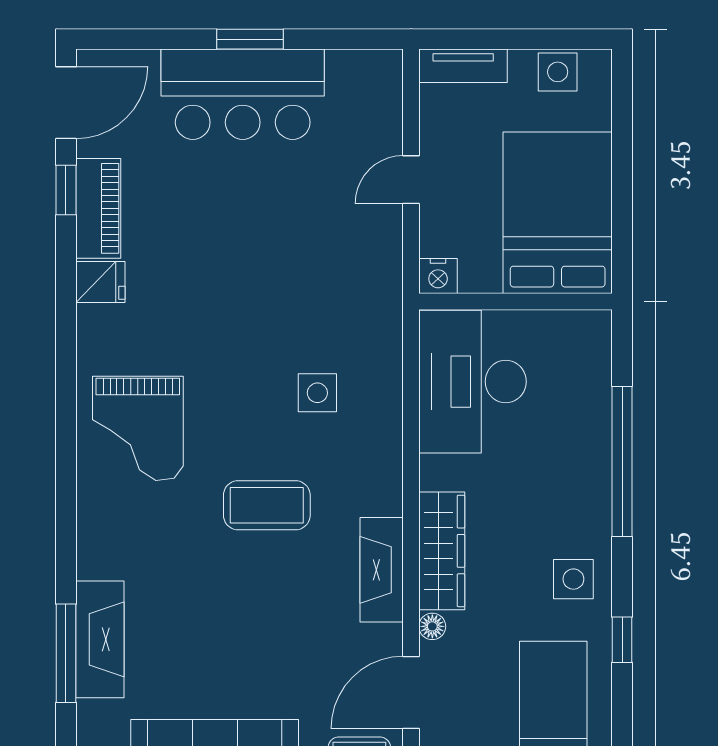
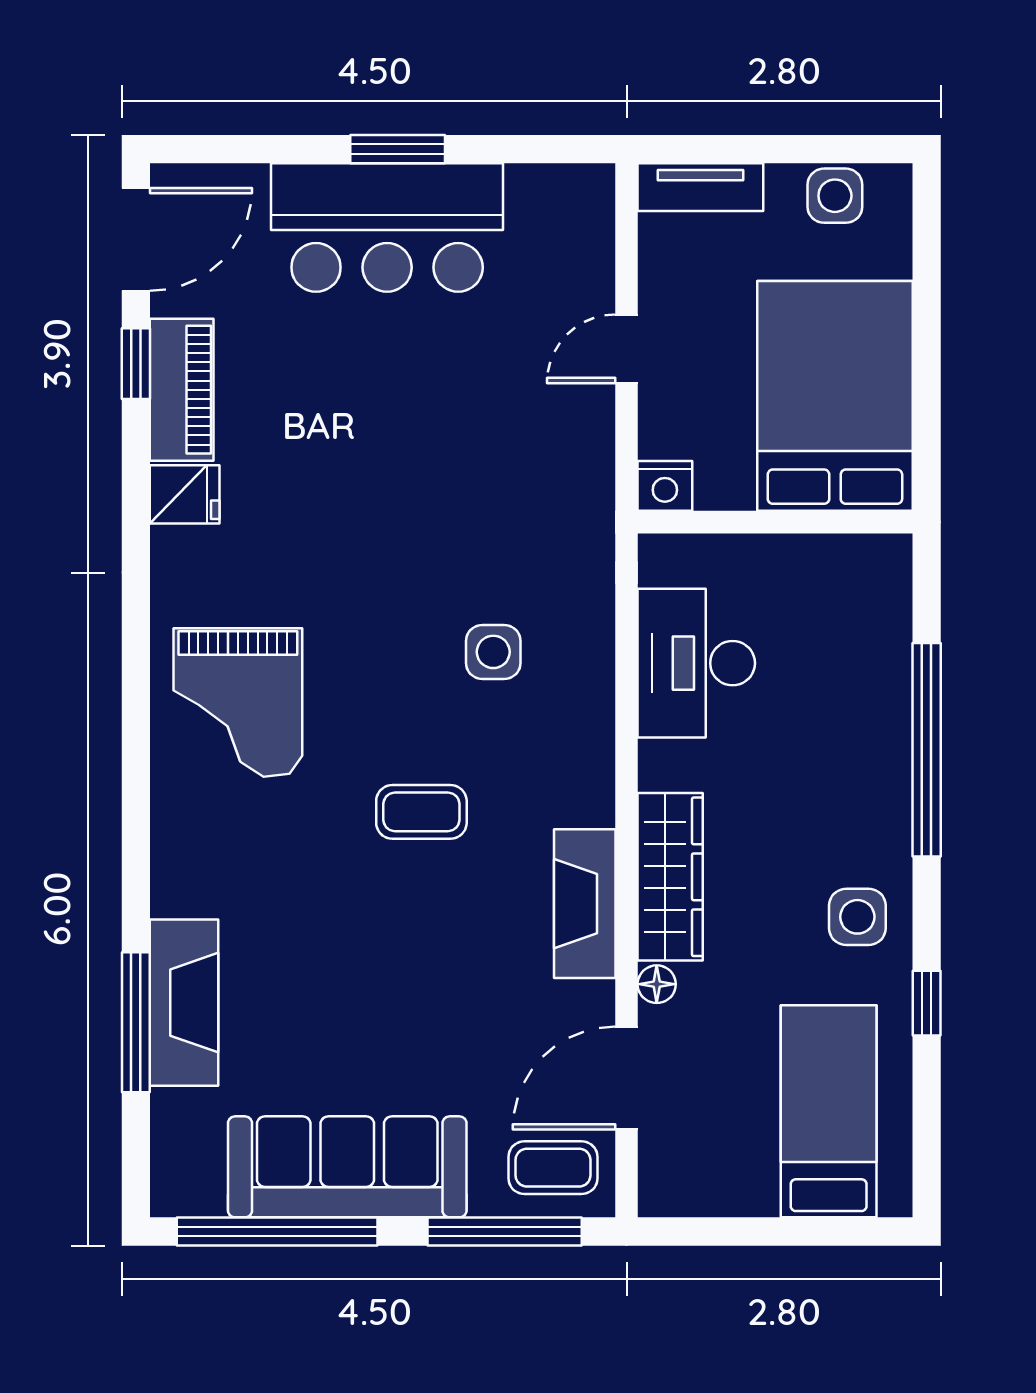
desk: (472, 382) -> (696, 663), width x0.73, depth x0.77
coffee table: (267, 505) -> (421, 812), width x0.73, depth x0.77

